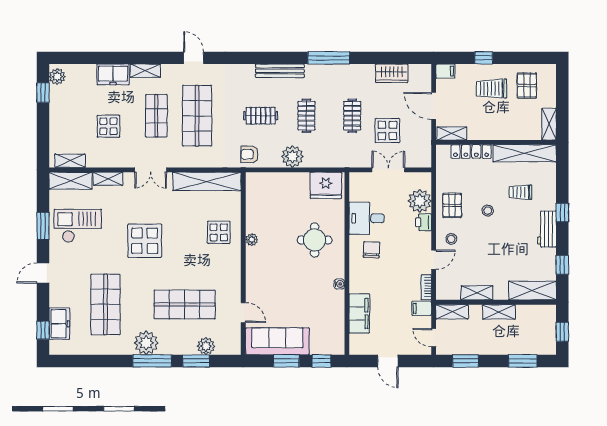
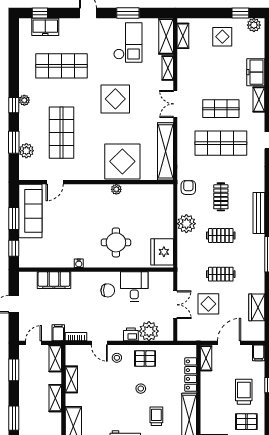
display table: (108, 126) -> (222, 37), moved
display table: (219, 232) -> (122, 161), width x1.86, depth x1.86
plant: (146, 343) -> (24, 100), width x0.53, depth x0.53
window: (152, 361) -> (14, 105), width x0.46

